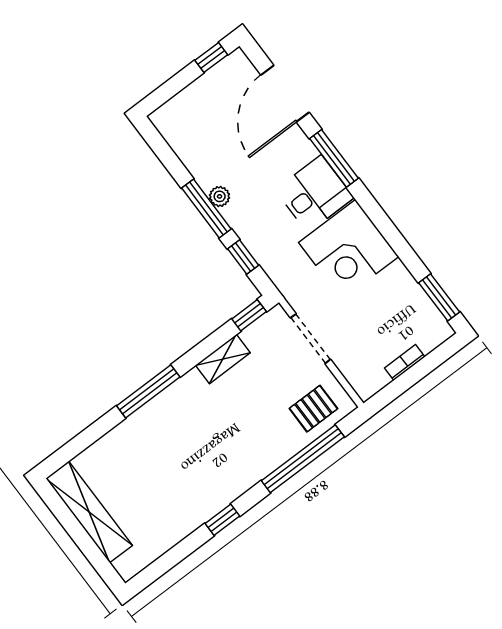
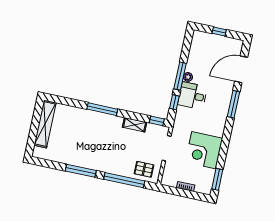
window: (211, 58) -> (219, 32), moved
desk: (314, 194) -> (192, 96), moved, turned 180
corner desk: (349, 250) -> (204, 150), moved
window: (222, 520) -> (81, 171), width x2.17

